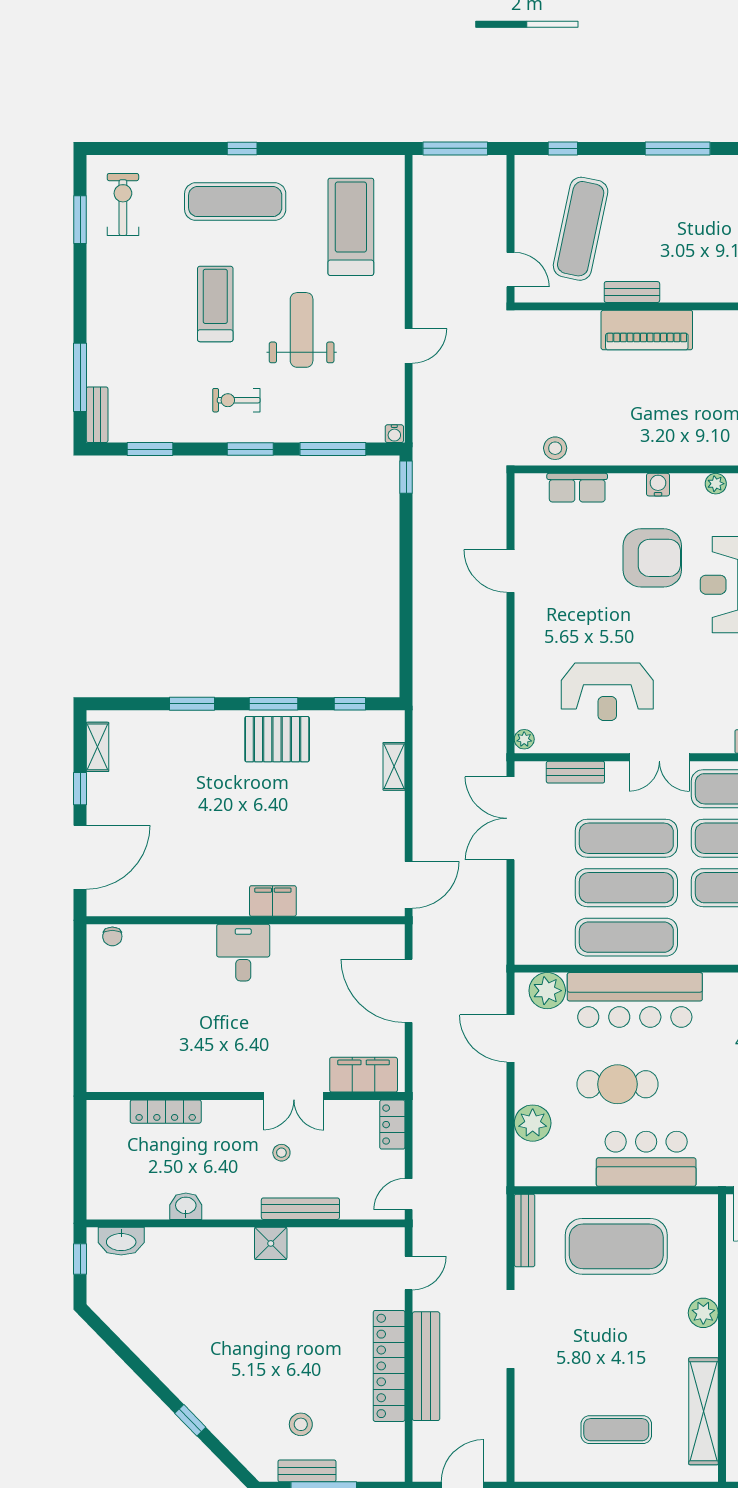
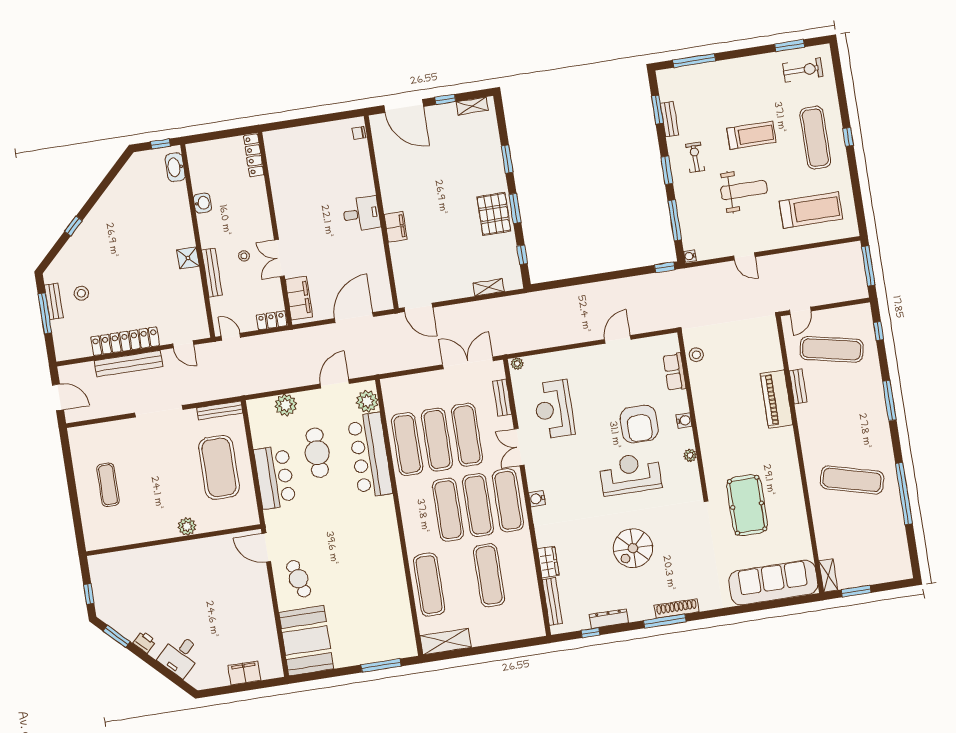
bench: (97, 415) -> (669, 119), moved, turned 90
locker: (166, 1112) -> (254, 155), moved
shelving: (704, 1411) -> (127, 536), removed

